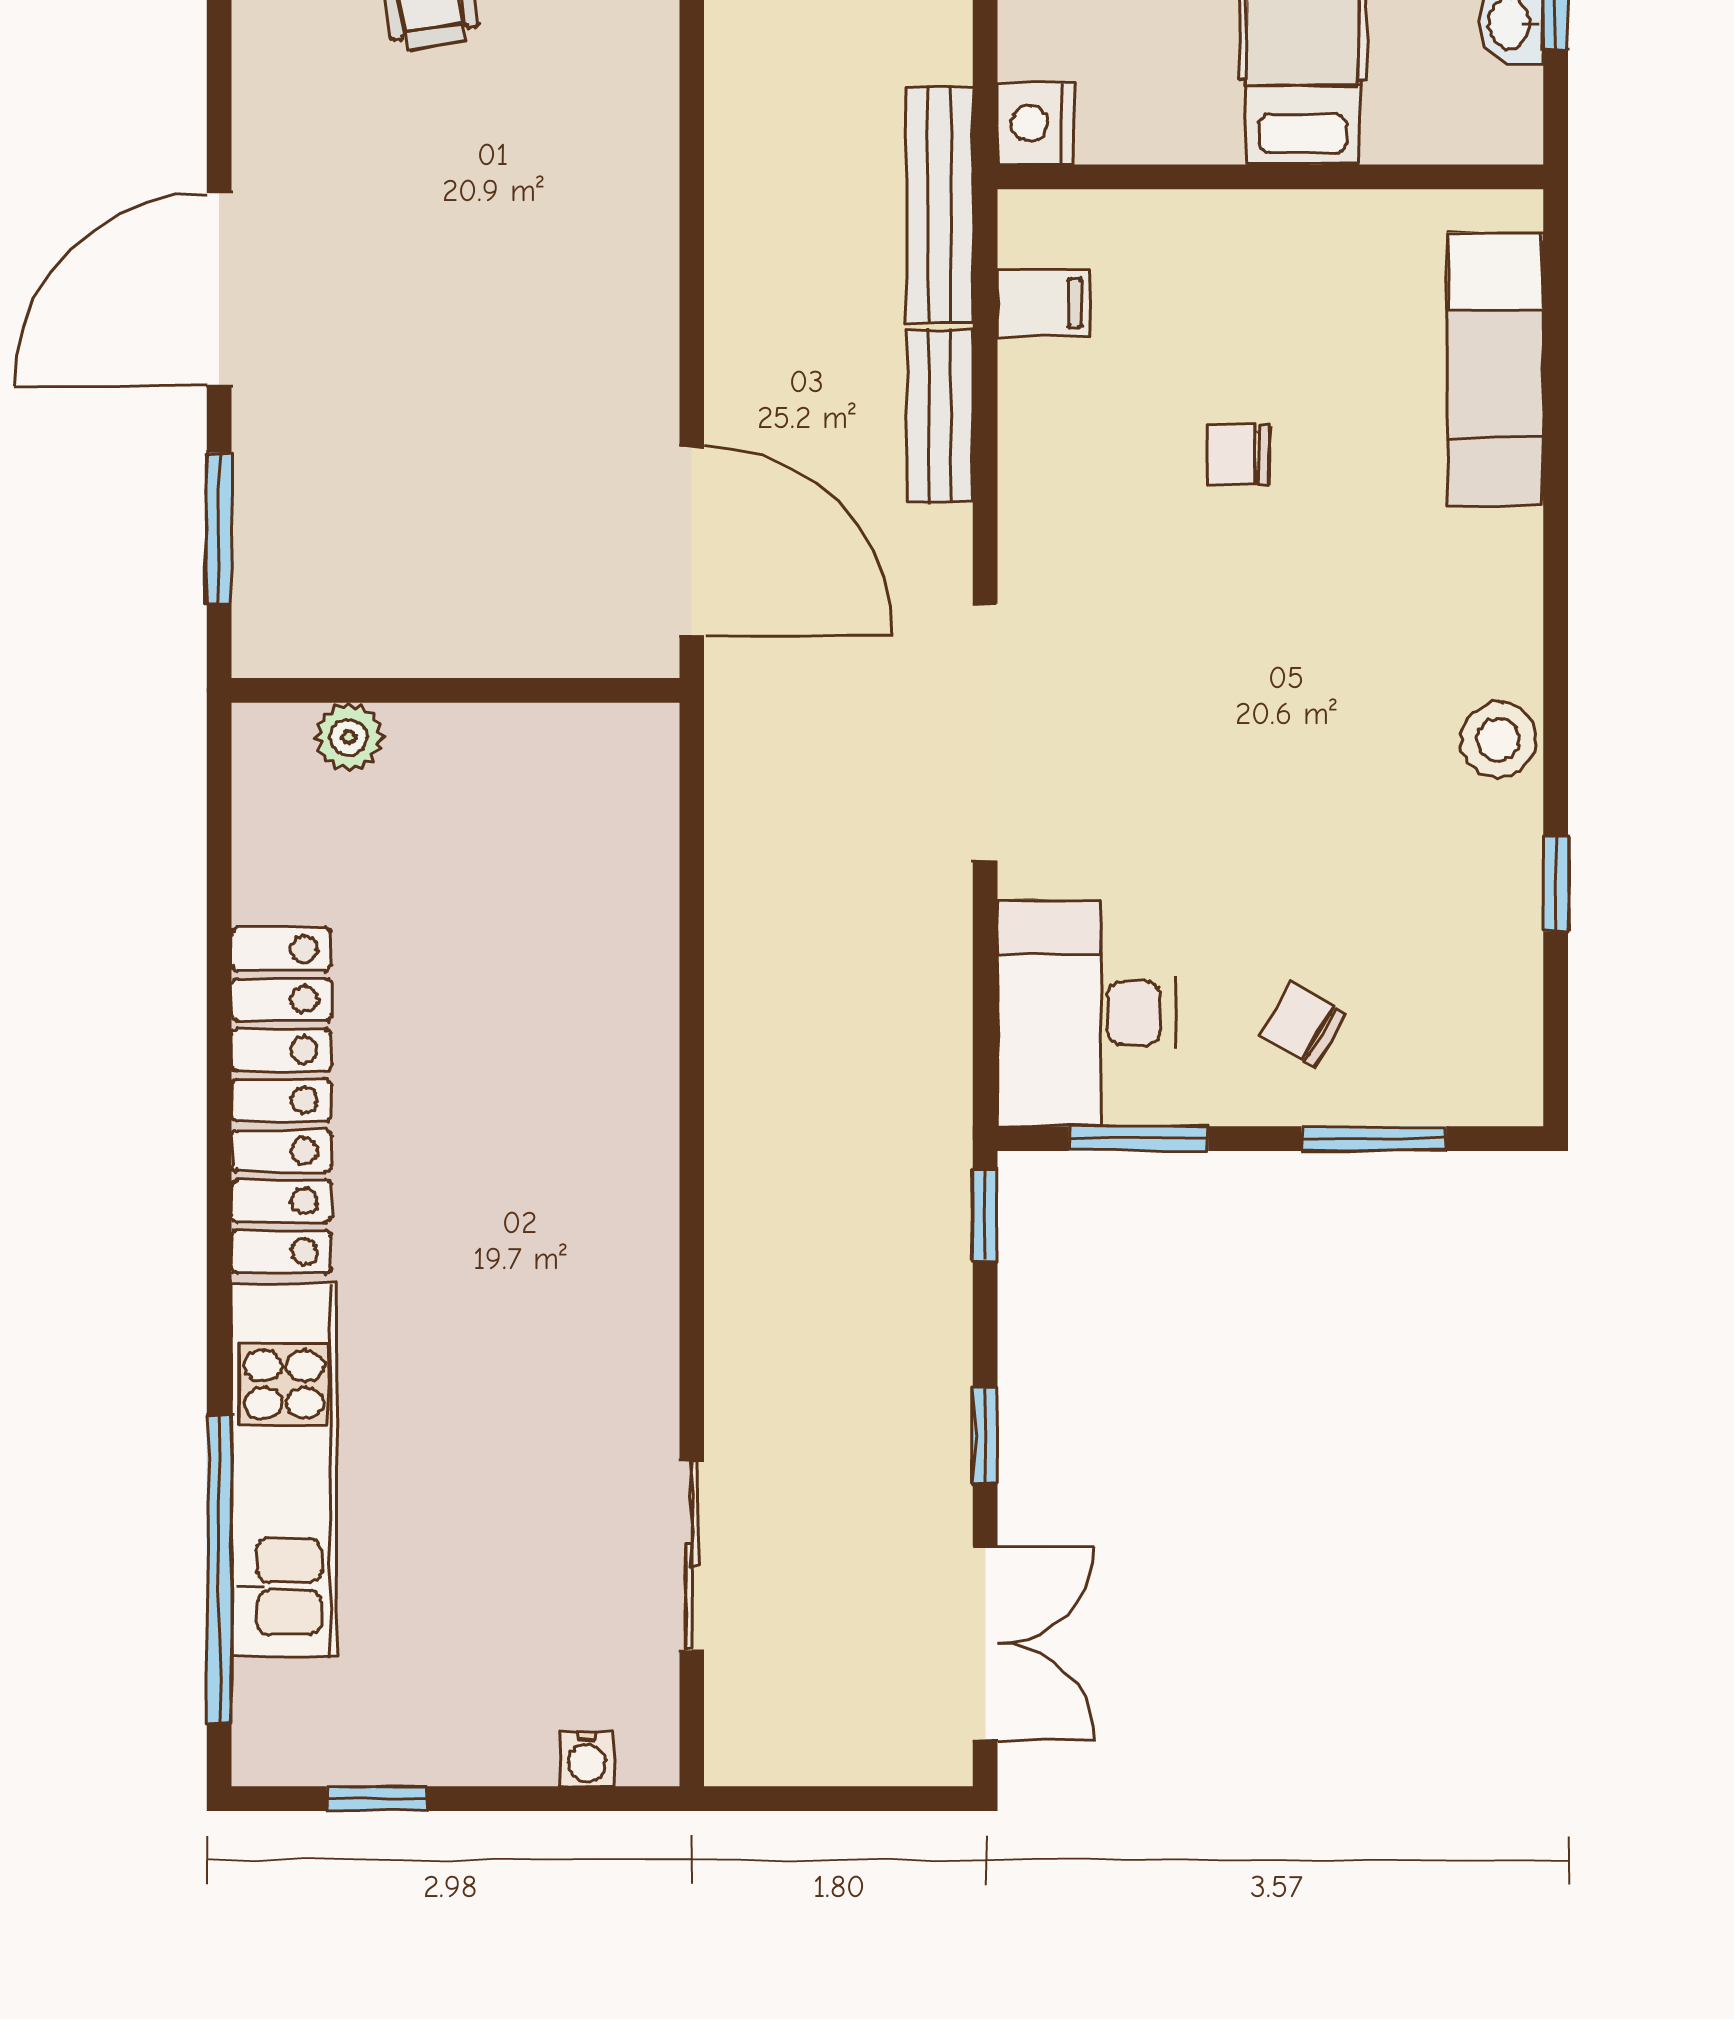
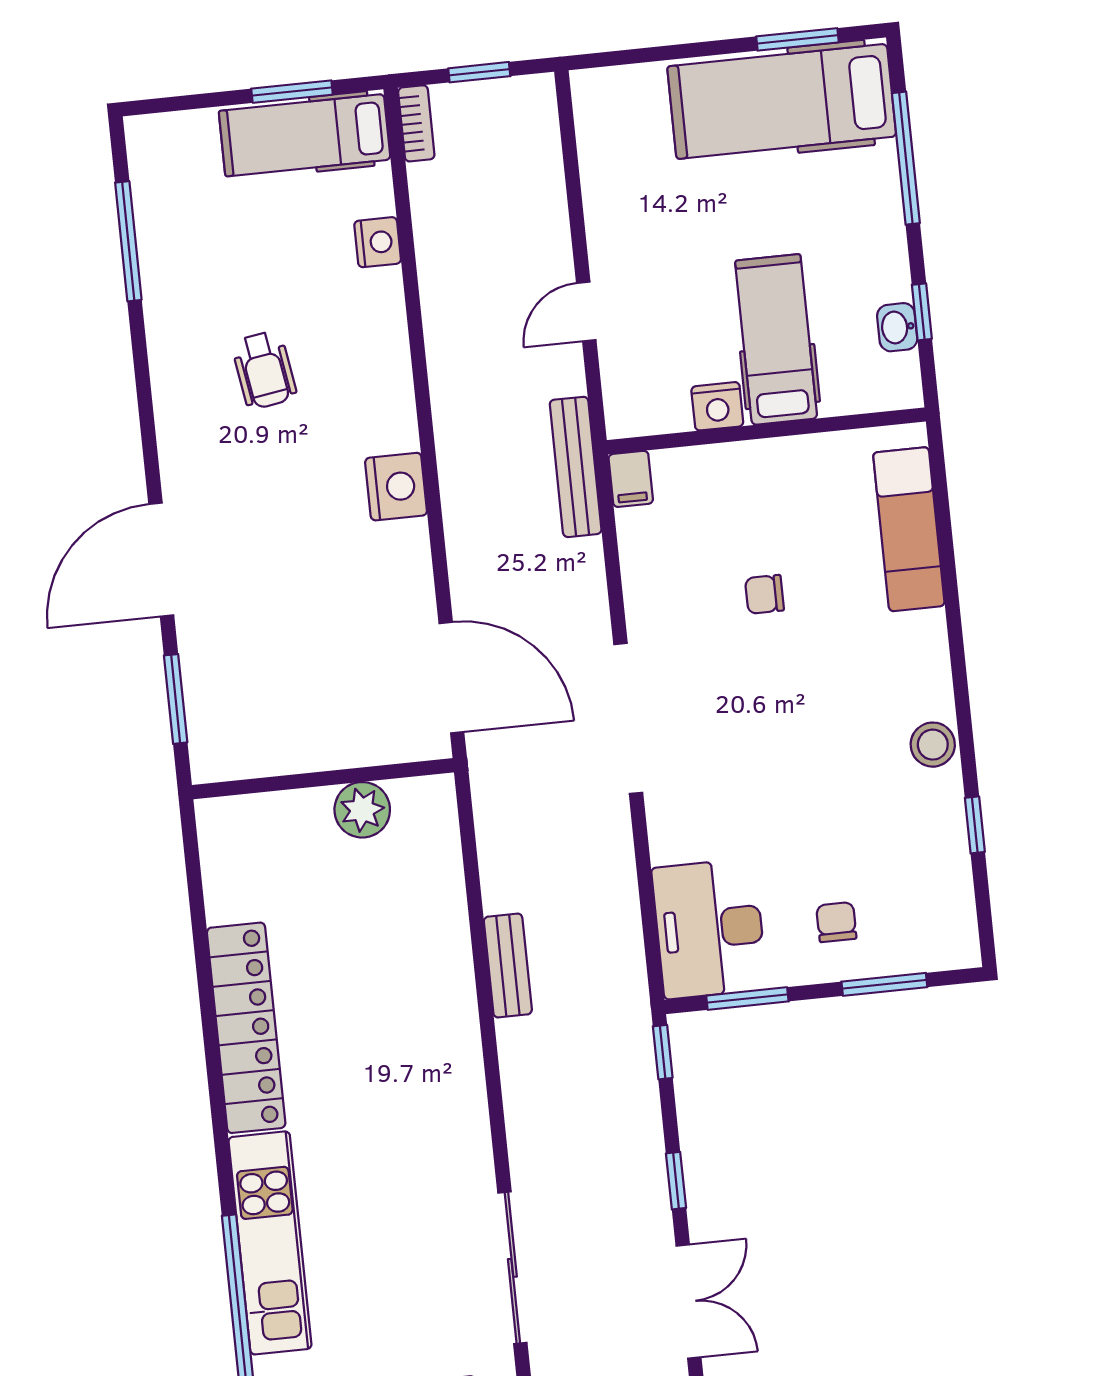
nightstand: (1035, 123) -> (717, 406), moved, turned -90
nightstand: (631, 207) -> (396, 487), added
filing cabinet: (1043, 303) -> (631, 479), moved, turned 90
bench: (940, 416) -> (508, 965), moved
doorway: (985, 732) -> (628, 718), moved
plant: (349, 737) -> (362, 810), moved, width x1.38, depth x1.38
chair: (1303, 1024) -> (836, 922), turned 59
sliding door: (692, 1555) -> (512, 1268), width x1.37

